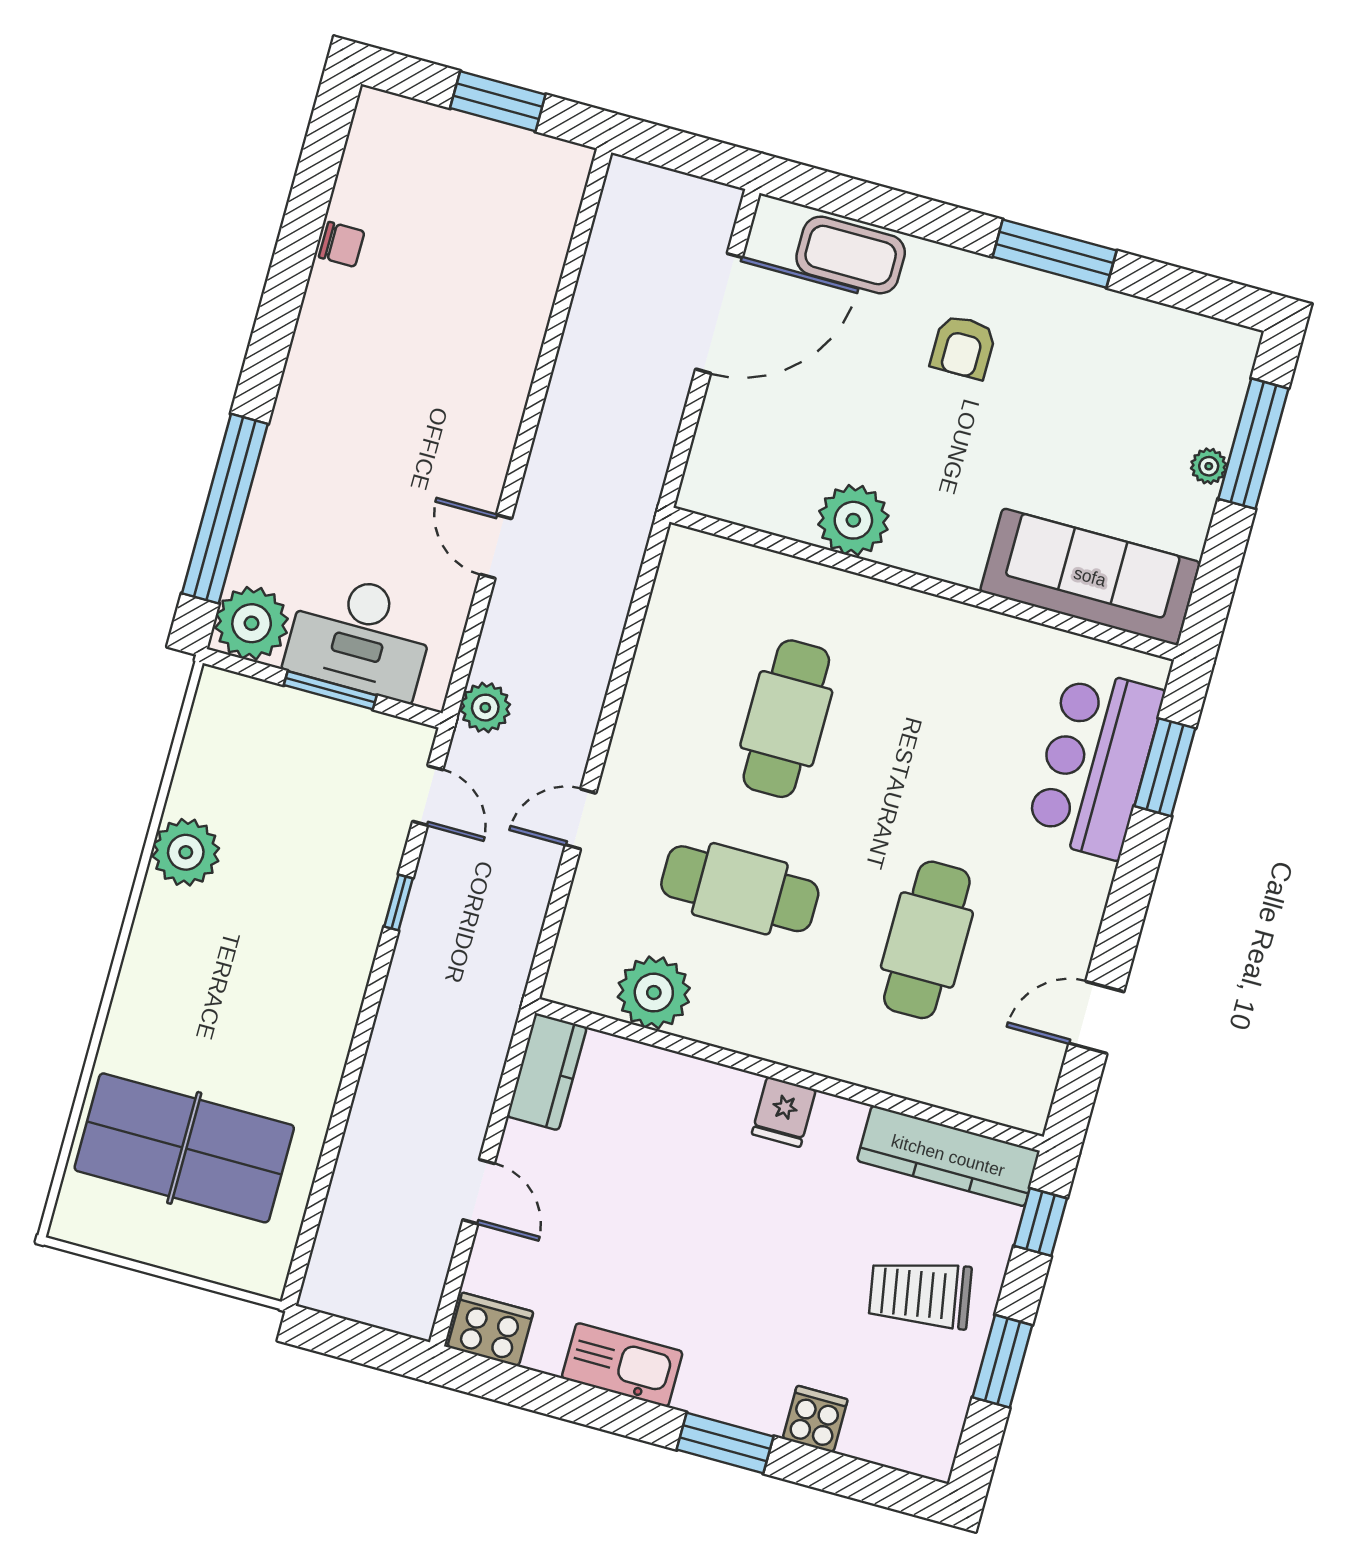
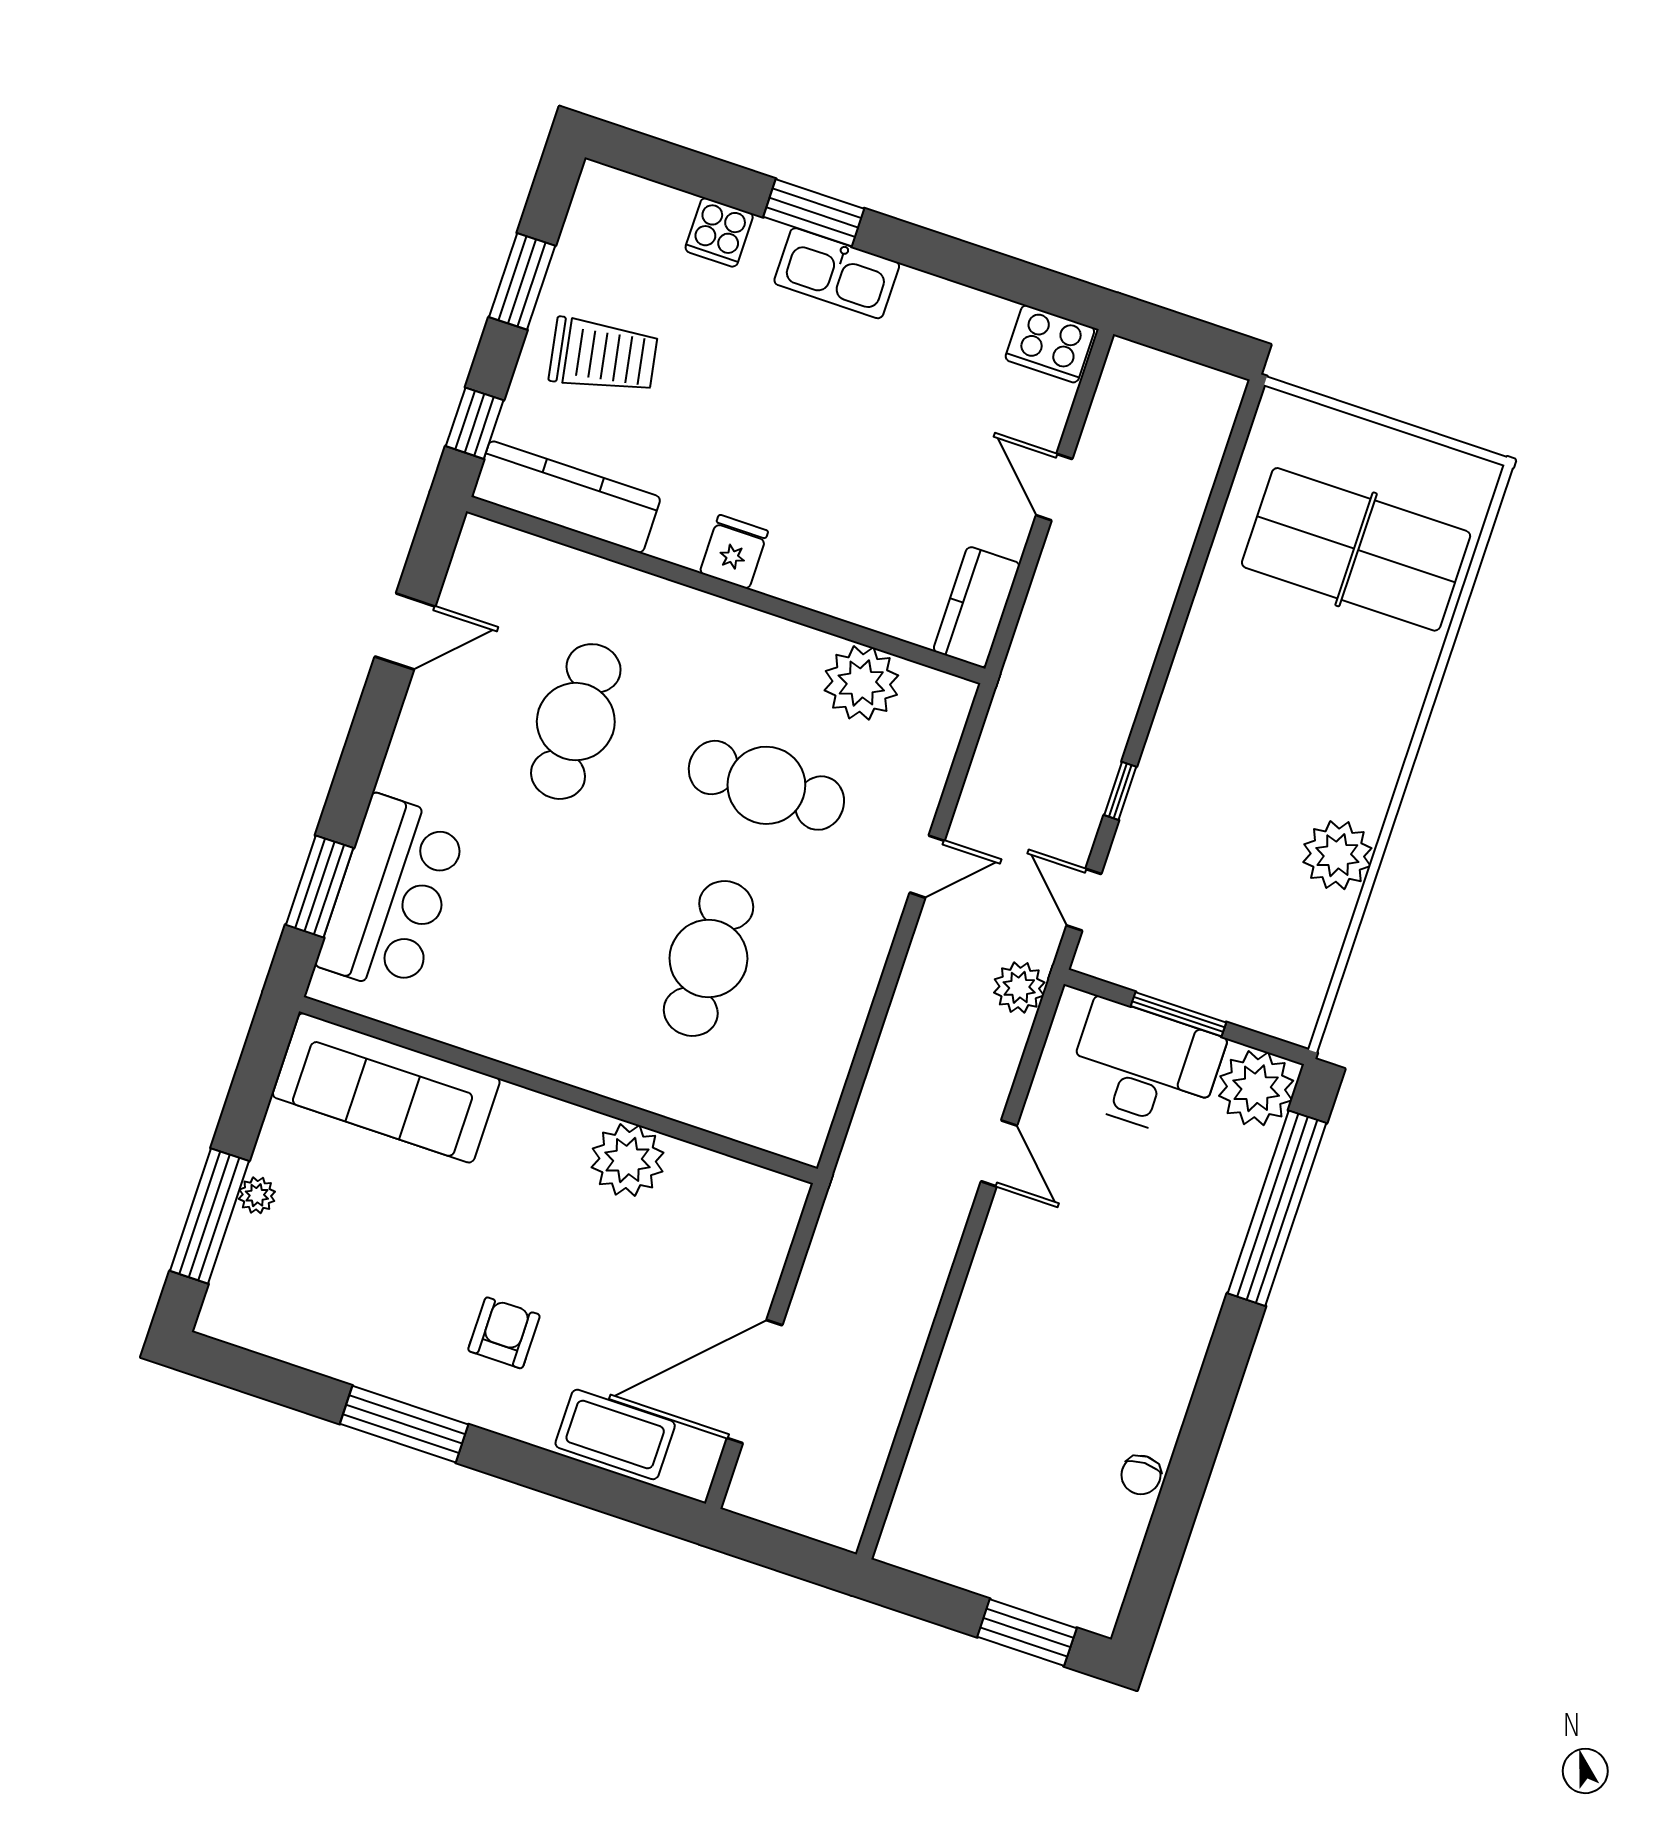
window: (498, 101) -> (1027, 1632), moved
chair: (342, 244) -> (1141, 1475), turned -90
kitchen sink: (622, 1365) -> (837, 273), moved

